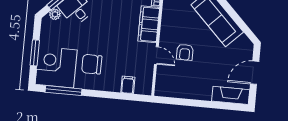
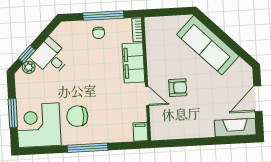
armchair: (185, 52) -> (178, 88), turned -90
filing cabinet: (128, 85) -> (140, 132), moved
window: (64, 91) -> (88, 148), moved

